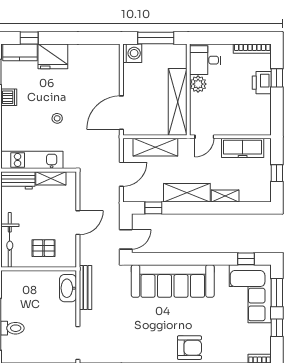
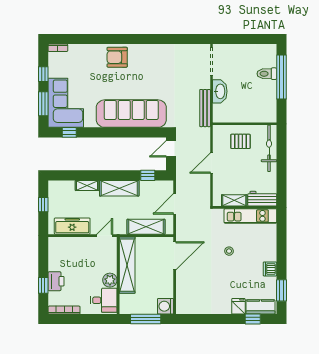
fridge: (53, 56) -> (238, 306), width x0.53, depth x0.75
washbasin: (68, 288) -> (220, 91), moved

